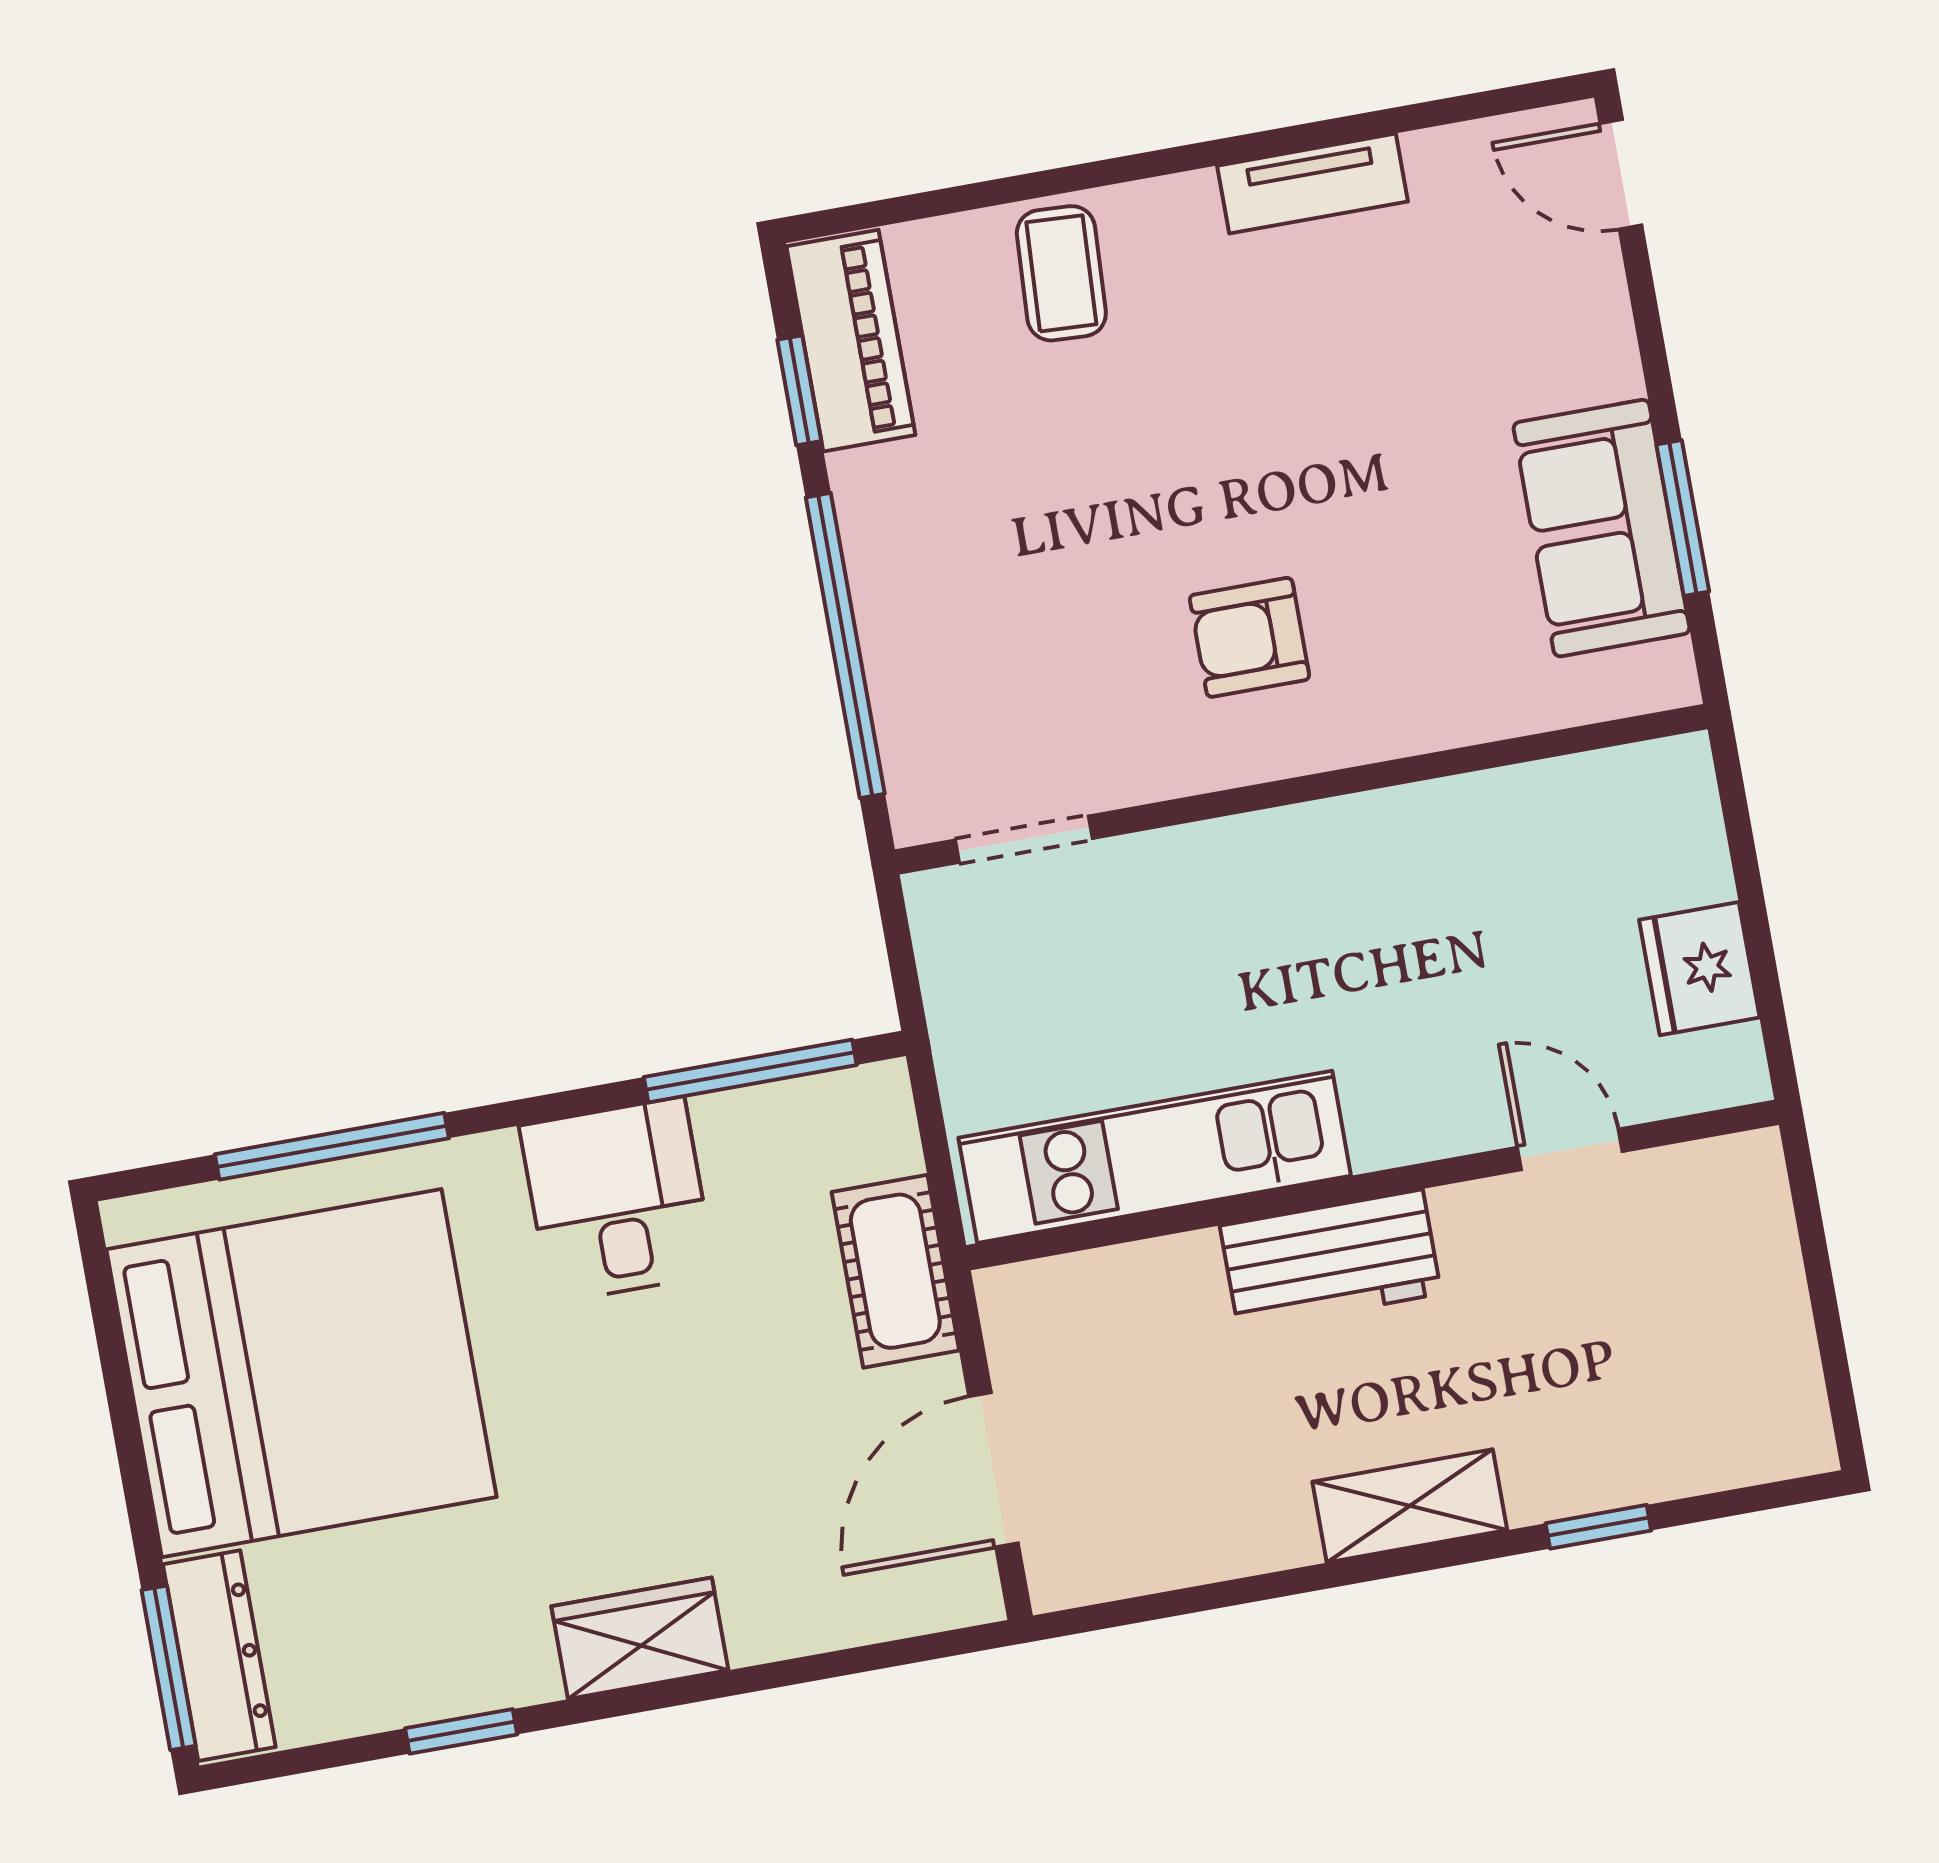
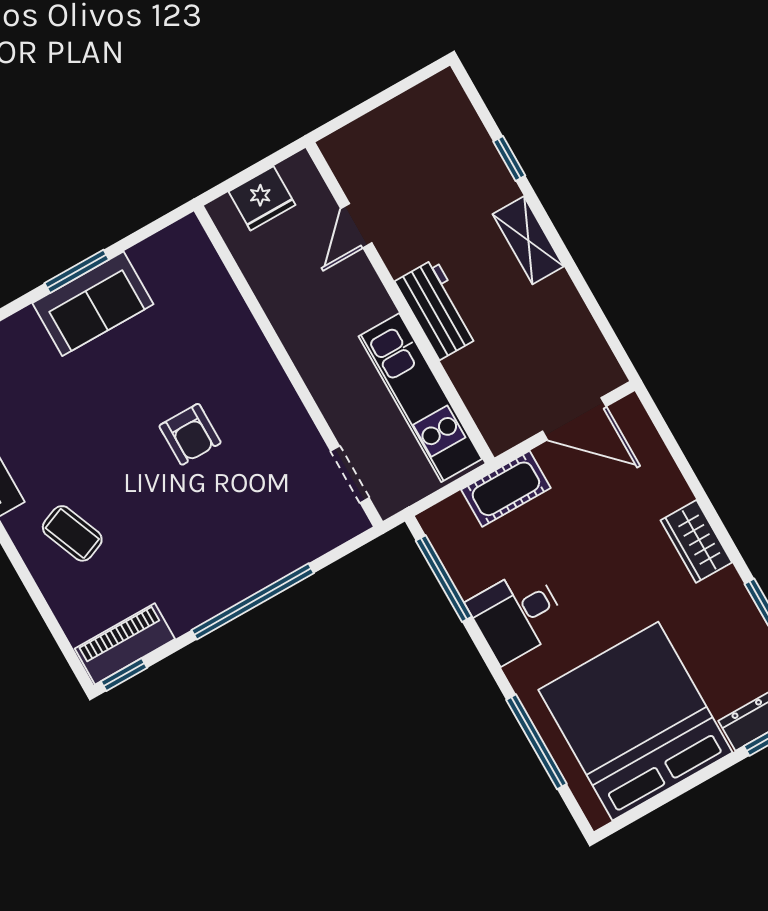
coffee table: (1061, 273) -> (72, 533), moved, turned 65
window: (799, 390) -> (124, 675), moved
wall: (1301, 789) -> (288, 366), moved
doorway: (1024, 839) -> (350, 474), moved

